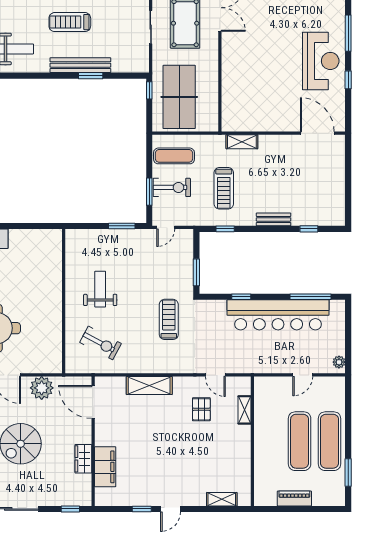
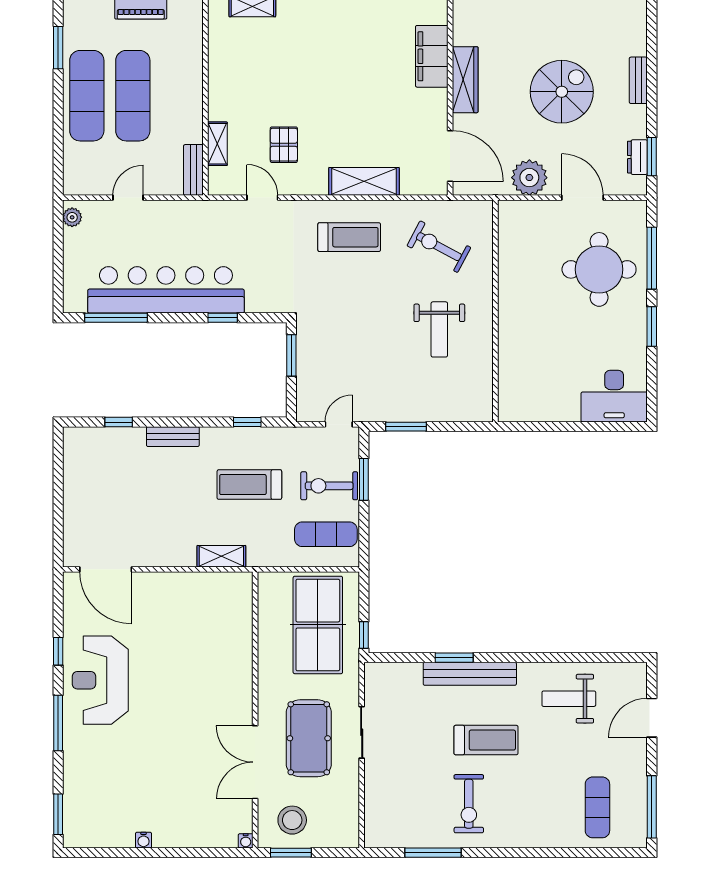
treadmill: (224, 188) -> (249, 485), turned -90
treadmill: (169, 319) -> (349, 237), moved, turned -90
bench: (260, 393) -> (193, 170), added
wardrobe: (83, 459) -> (465, 80), width x1.50

